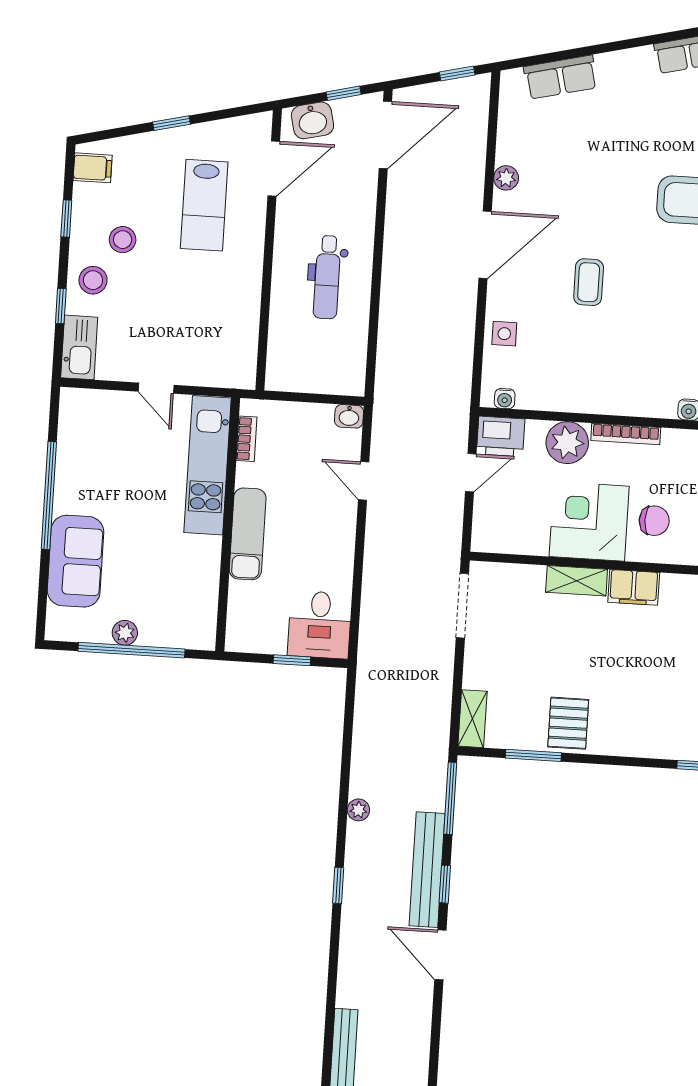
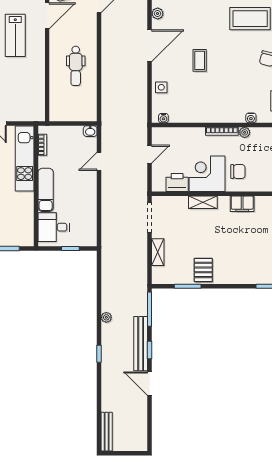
printer: (501, 436) -> (177, 183), moved, turned 180
plant: (567, 443) -> (245, 132), moved, width x0.53, depth x0.53
door: (364, 481) -> (99, 161), hinge flipped
filing cabinet: (634, 587) -> (242, 204), moved
desk: (320, 625) -> (54, 227), moved, turned 90
shelving: (473, 719) -> (158, 252), moved

